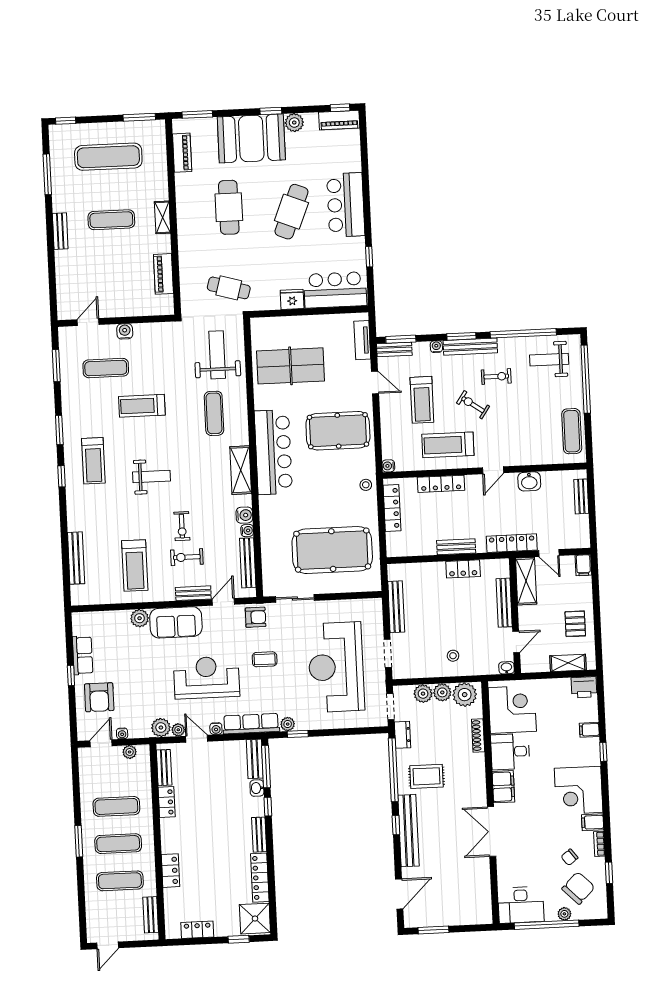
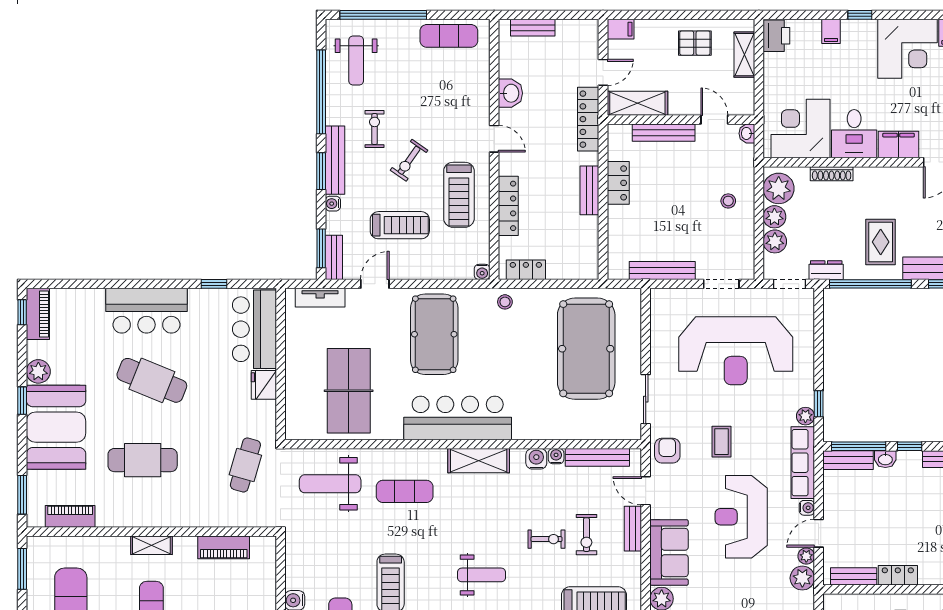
weight bench: (151, 477) -> (481, 575), turned 90
locker: (392, 508) -> (526, 270), width x0.66

